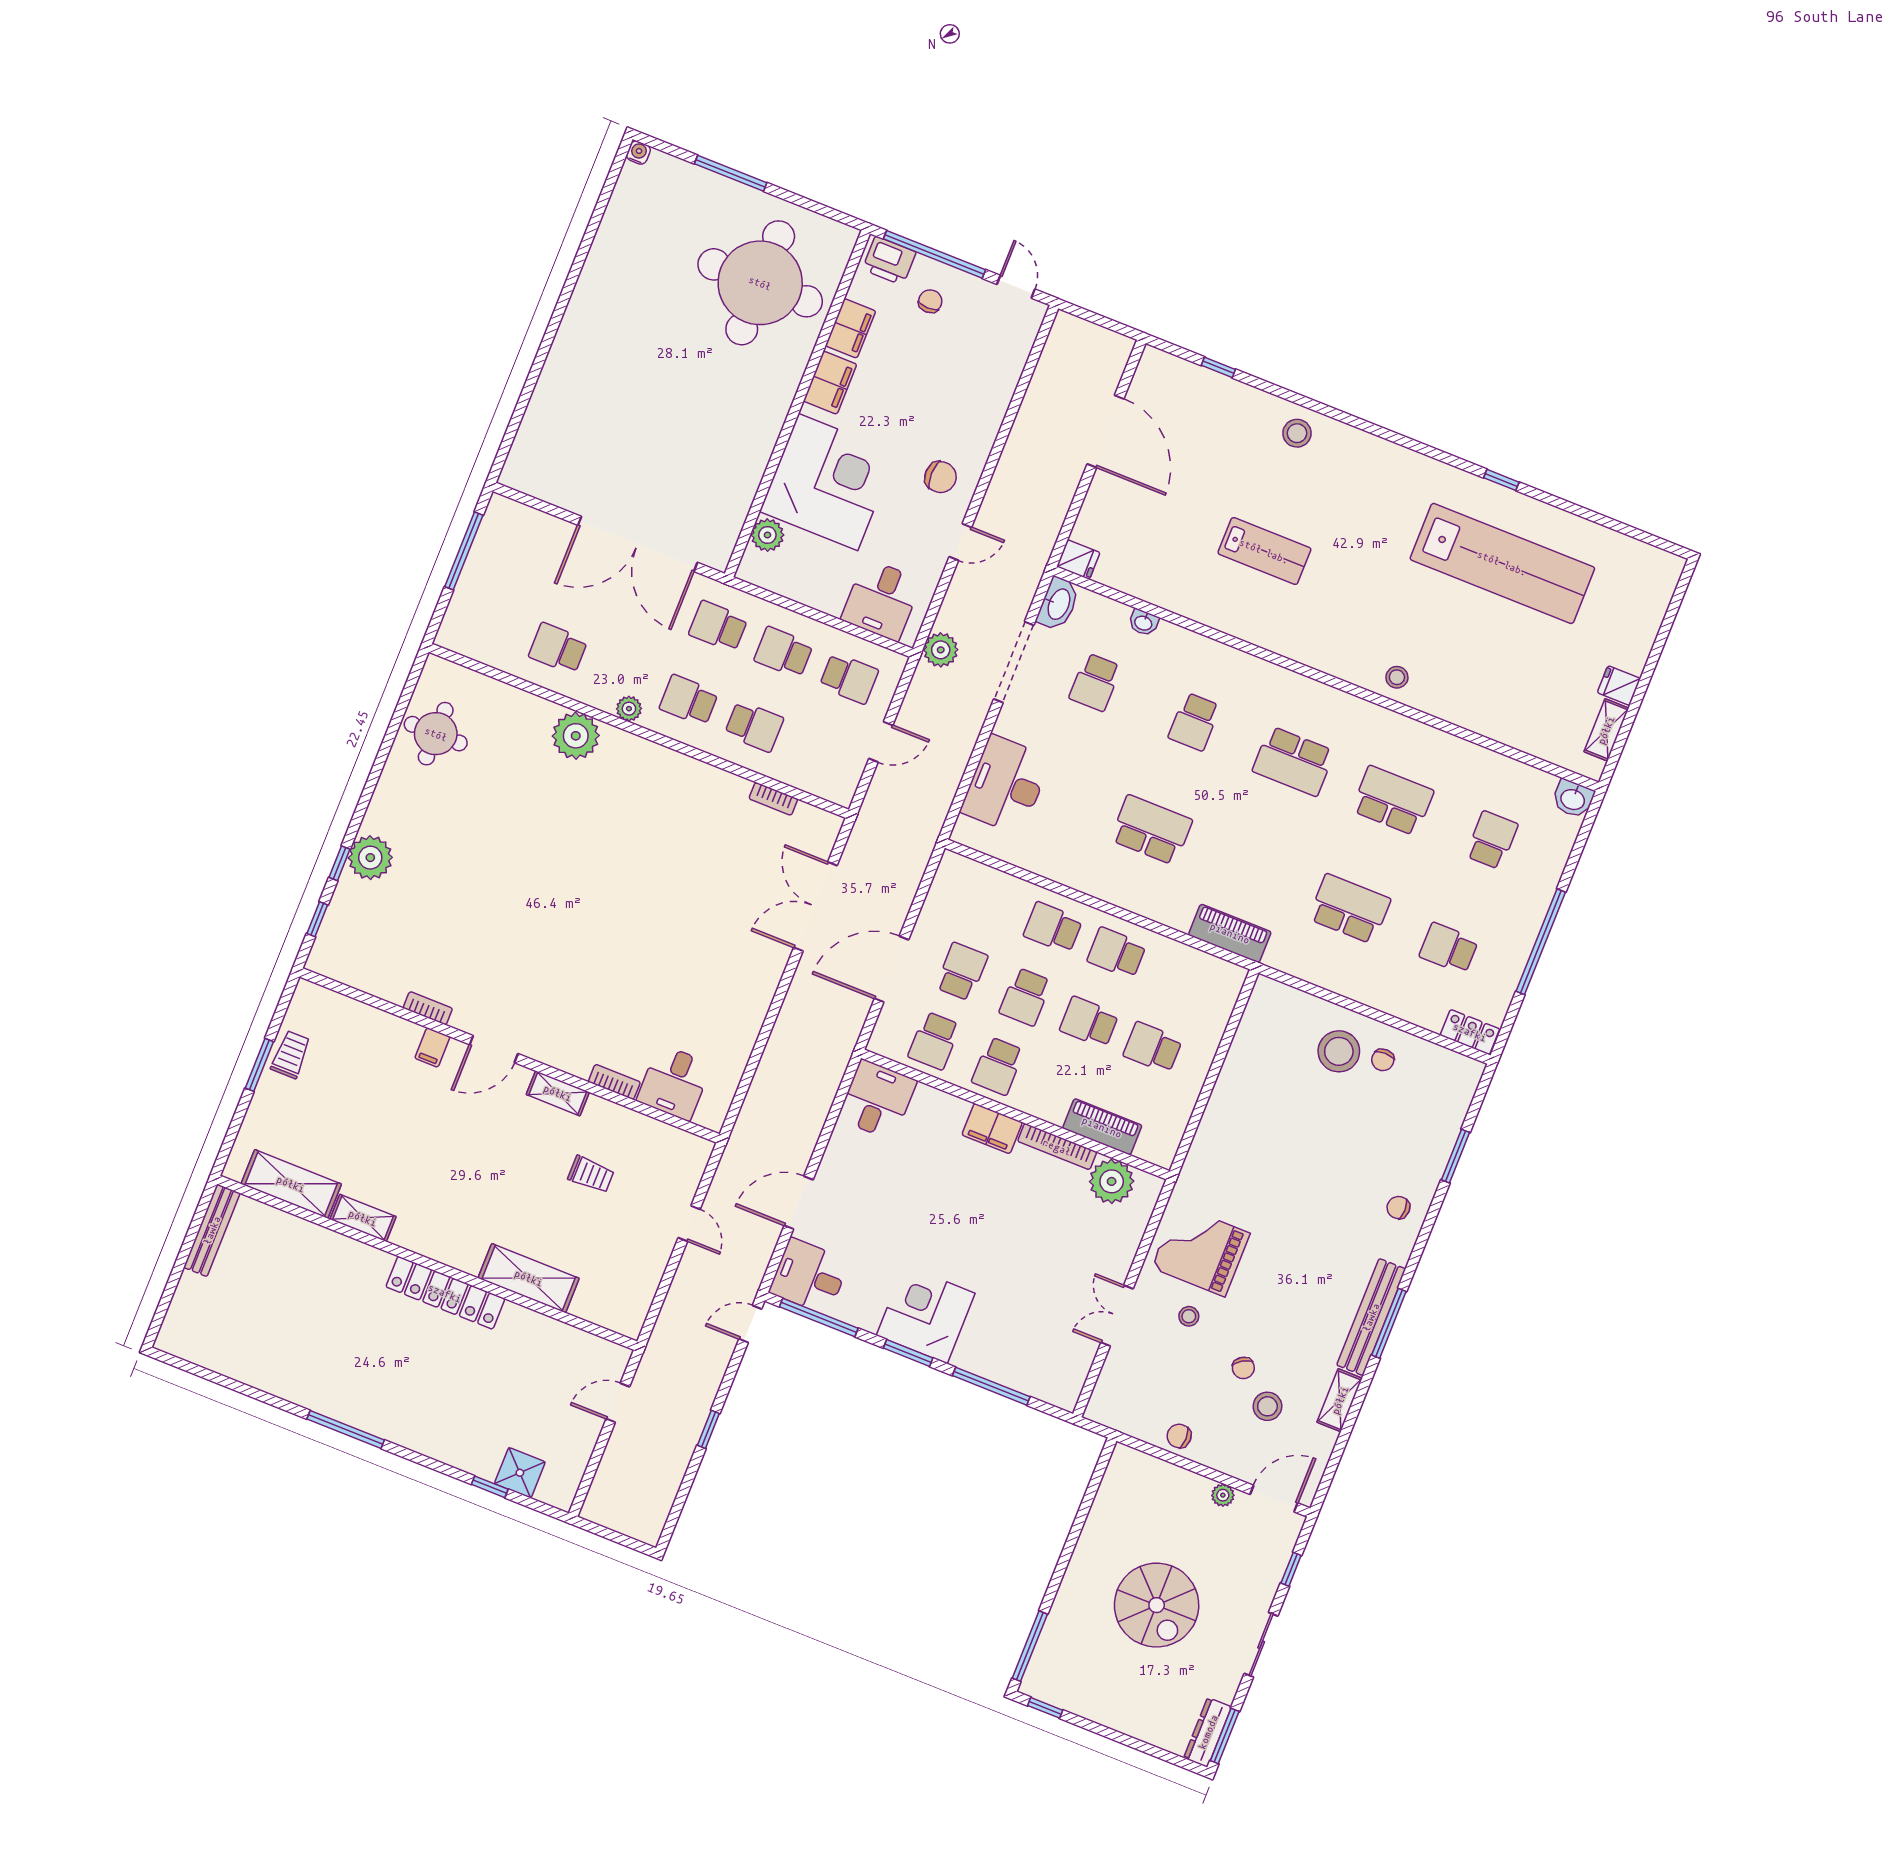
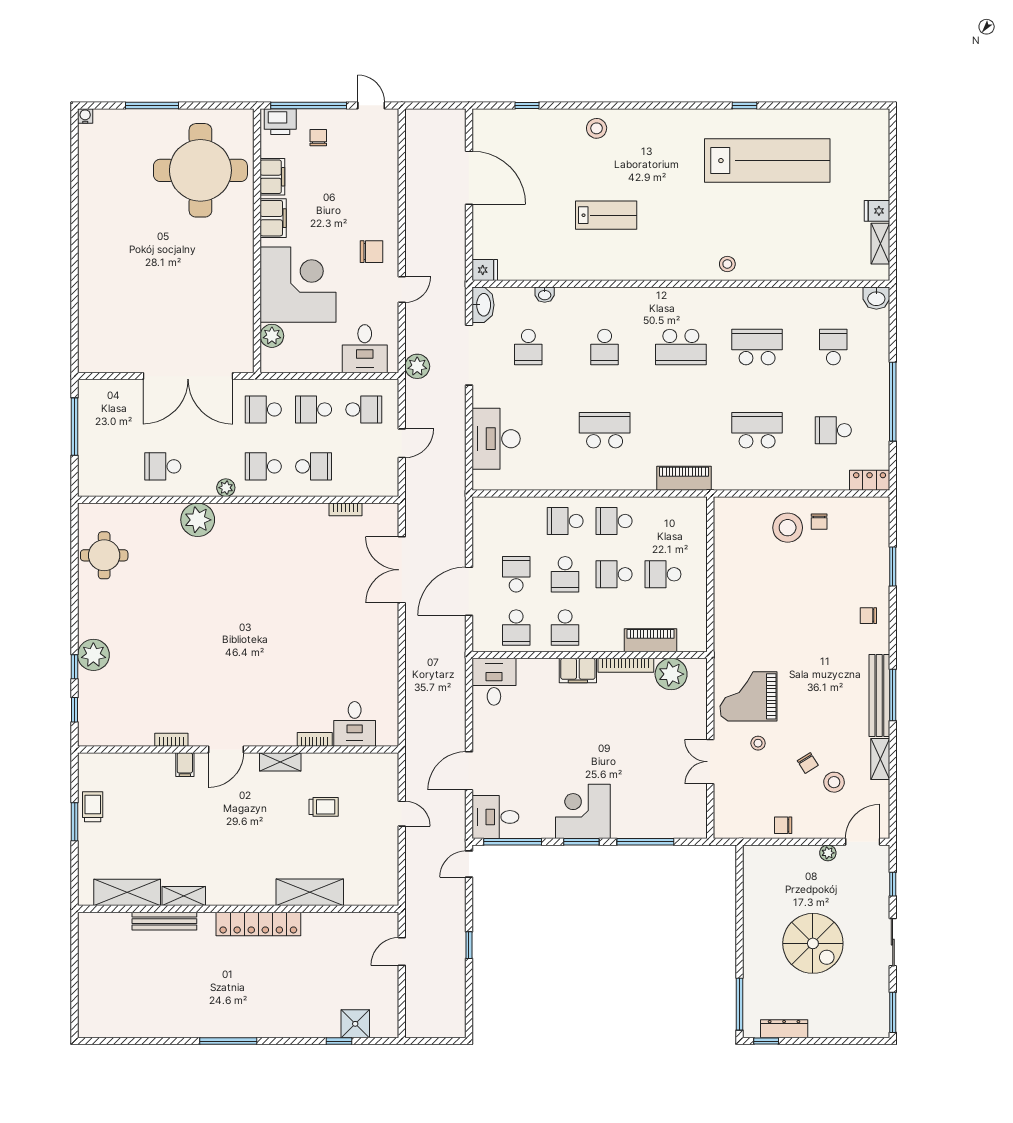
bench: (212, 1230) -> (164, 921), moved, turned 90
dresser: (1208, 1732) -> (784, 1029), moved, turned 90

